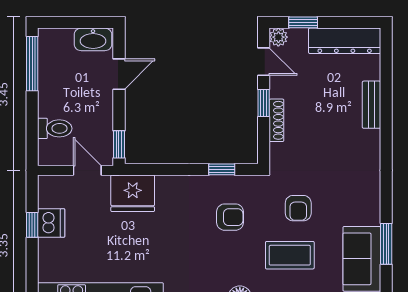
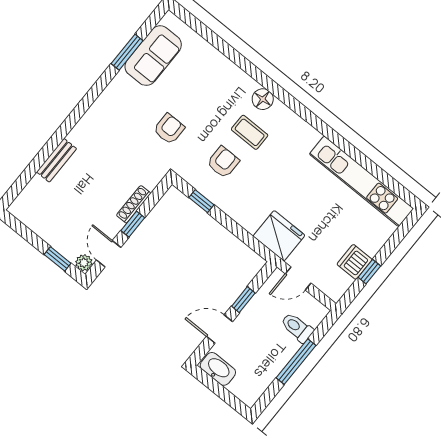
dresser: (345, 41) -> (39, 222), removed
window: (32, 64) -> (296, 362), moved
window: (119, 144) -> (243, 300), moved
door: (87, 170) -> (298, 278), hinge flipped
armchair: (230, 217) -> (223, 162), turned 90
coffee table: (290, 255) -> (250, 132), moved, width x0.73, depth x0.77

